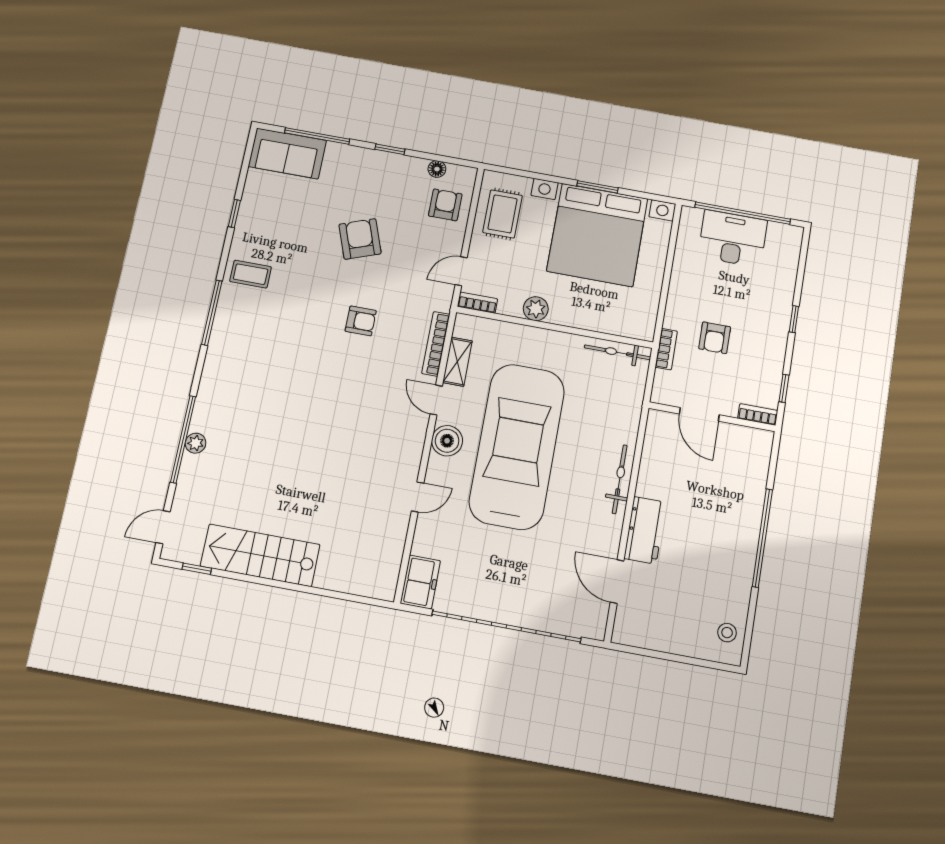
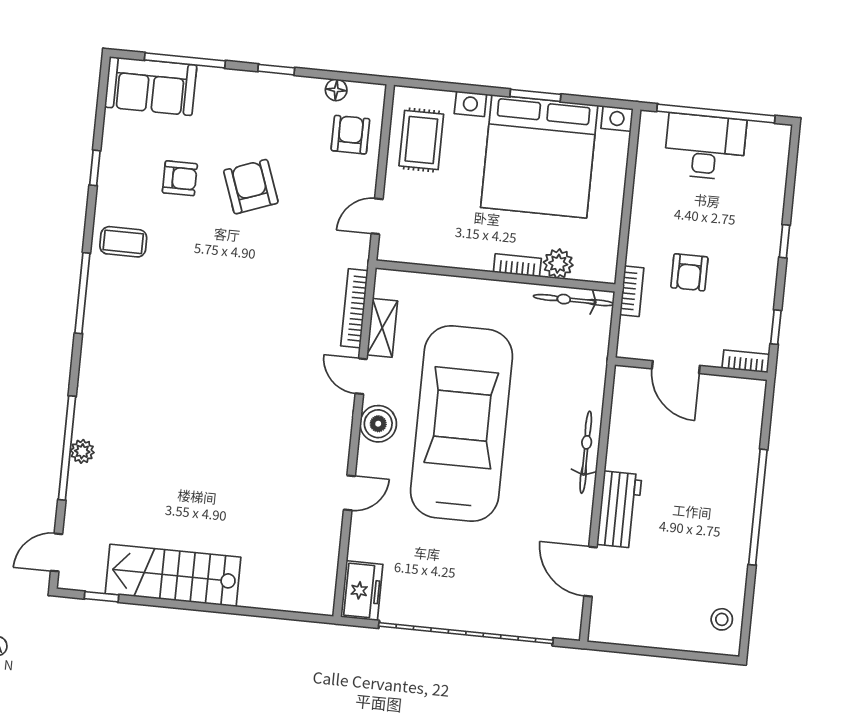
bookcase: (477, 303) -> (517, 265), moved
plant: (536, 309) -> (558, 264), moved
armchair: (361, 321) -> (180, 178), moved

